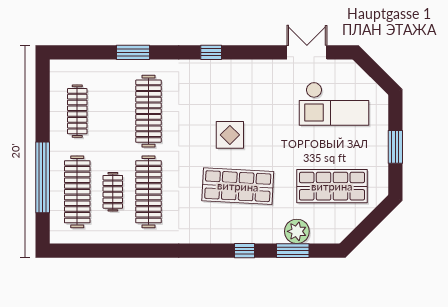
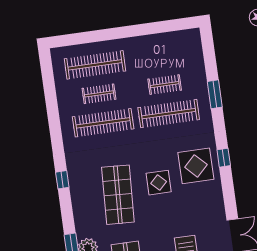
display table: (216, 87) -> (196, 166), added
clothes rail: (77, 111) -> (165, 85), moved, width x0.73
window: (43, 177) -> (103, 35), removed
window: (245, 251) -> (62, 180), moved

